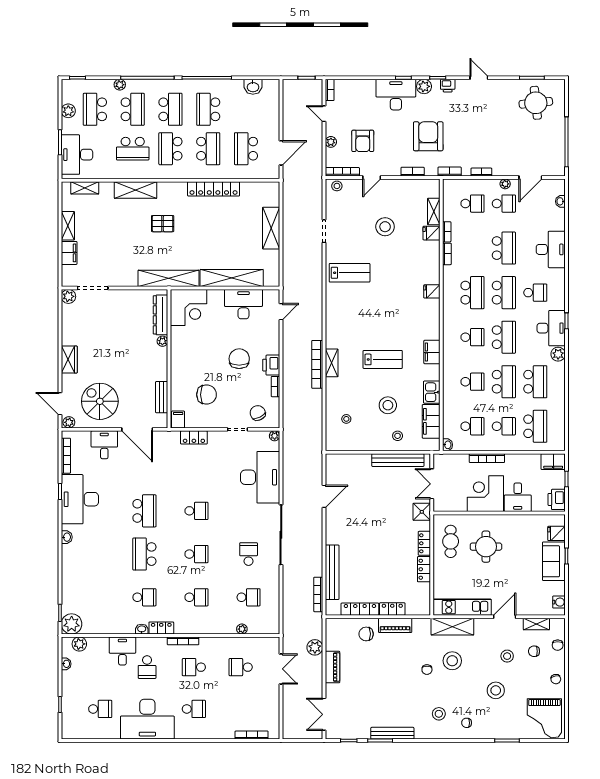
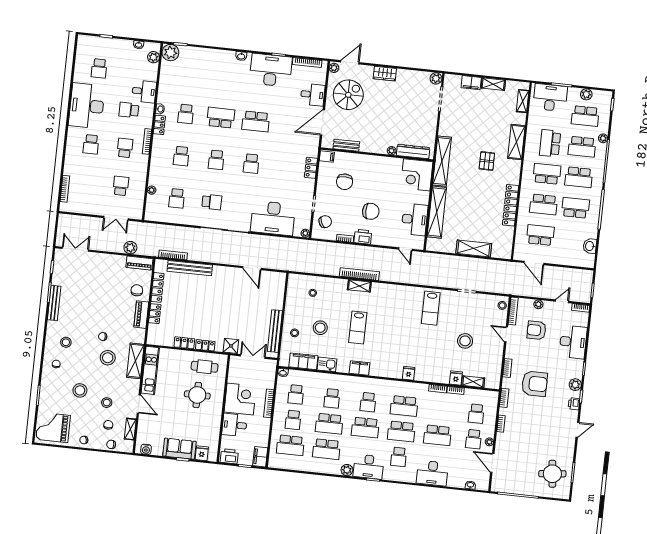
desk: (396, 95) -> (573, 342), moved
school desk: (95, 109) -> (585, 116), turned 180
piano: (332, 667) -> (139, 263), moved

